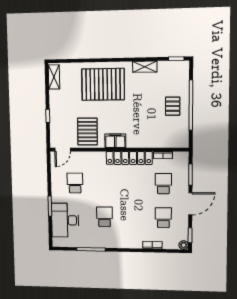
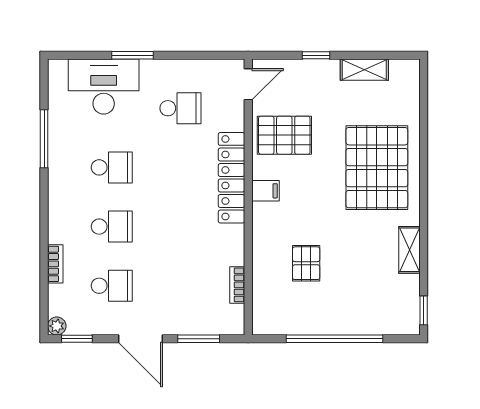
shelving: (54, 77) -> (364, 70), moved
pallet: (173, 106) -> (306, 263), moved, turned 90
filing cabinet: (115, 141) -> (266, 191), width x0.50
door: (63, 150) -> (248, 84), swing flipped
locker: (129, 158) -> (231, 178), moved
school desk: (163, 184) -> (112, 227), moved

